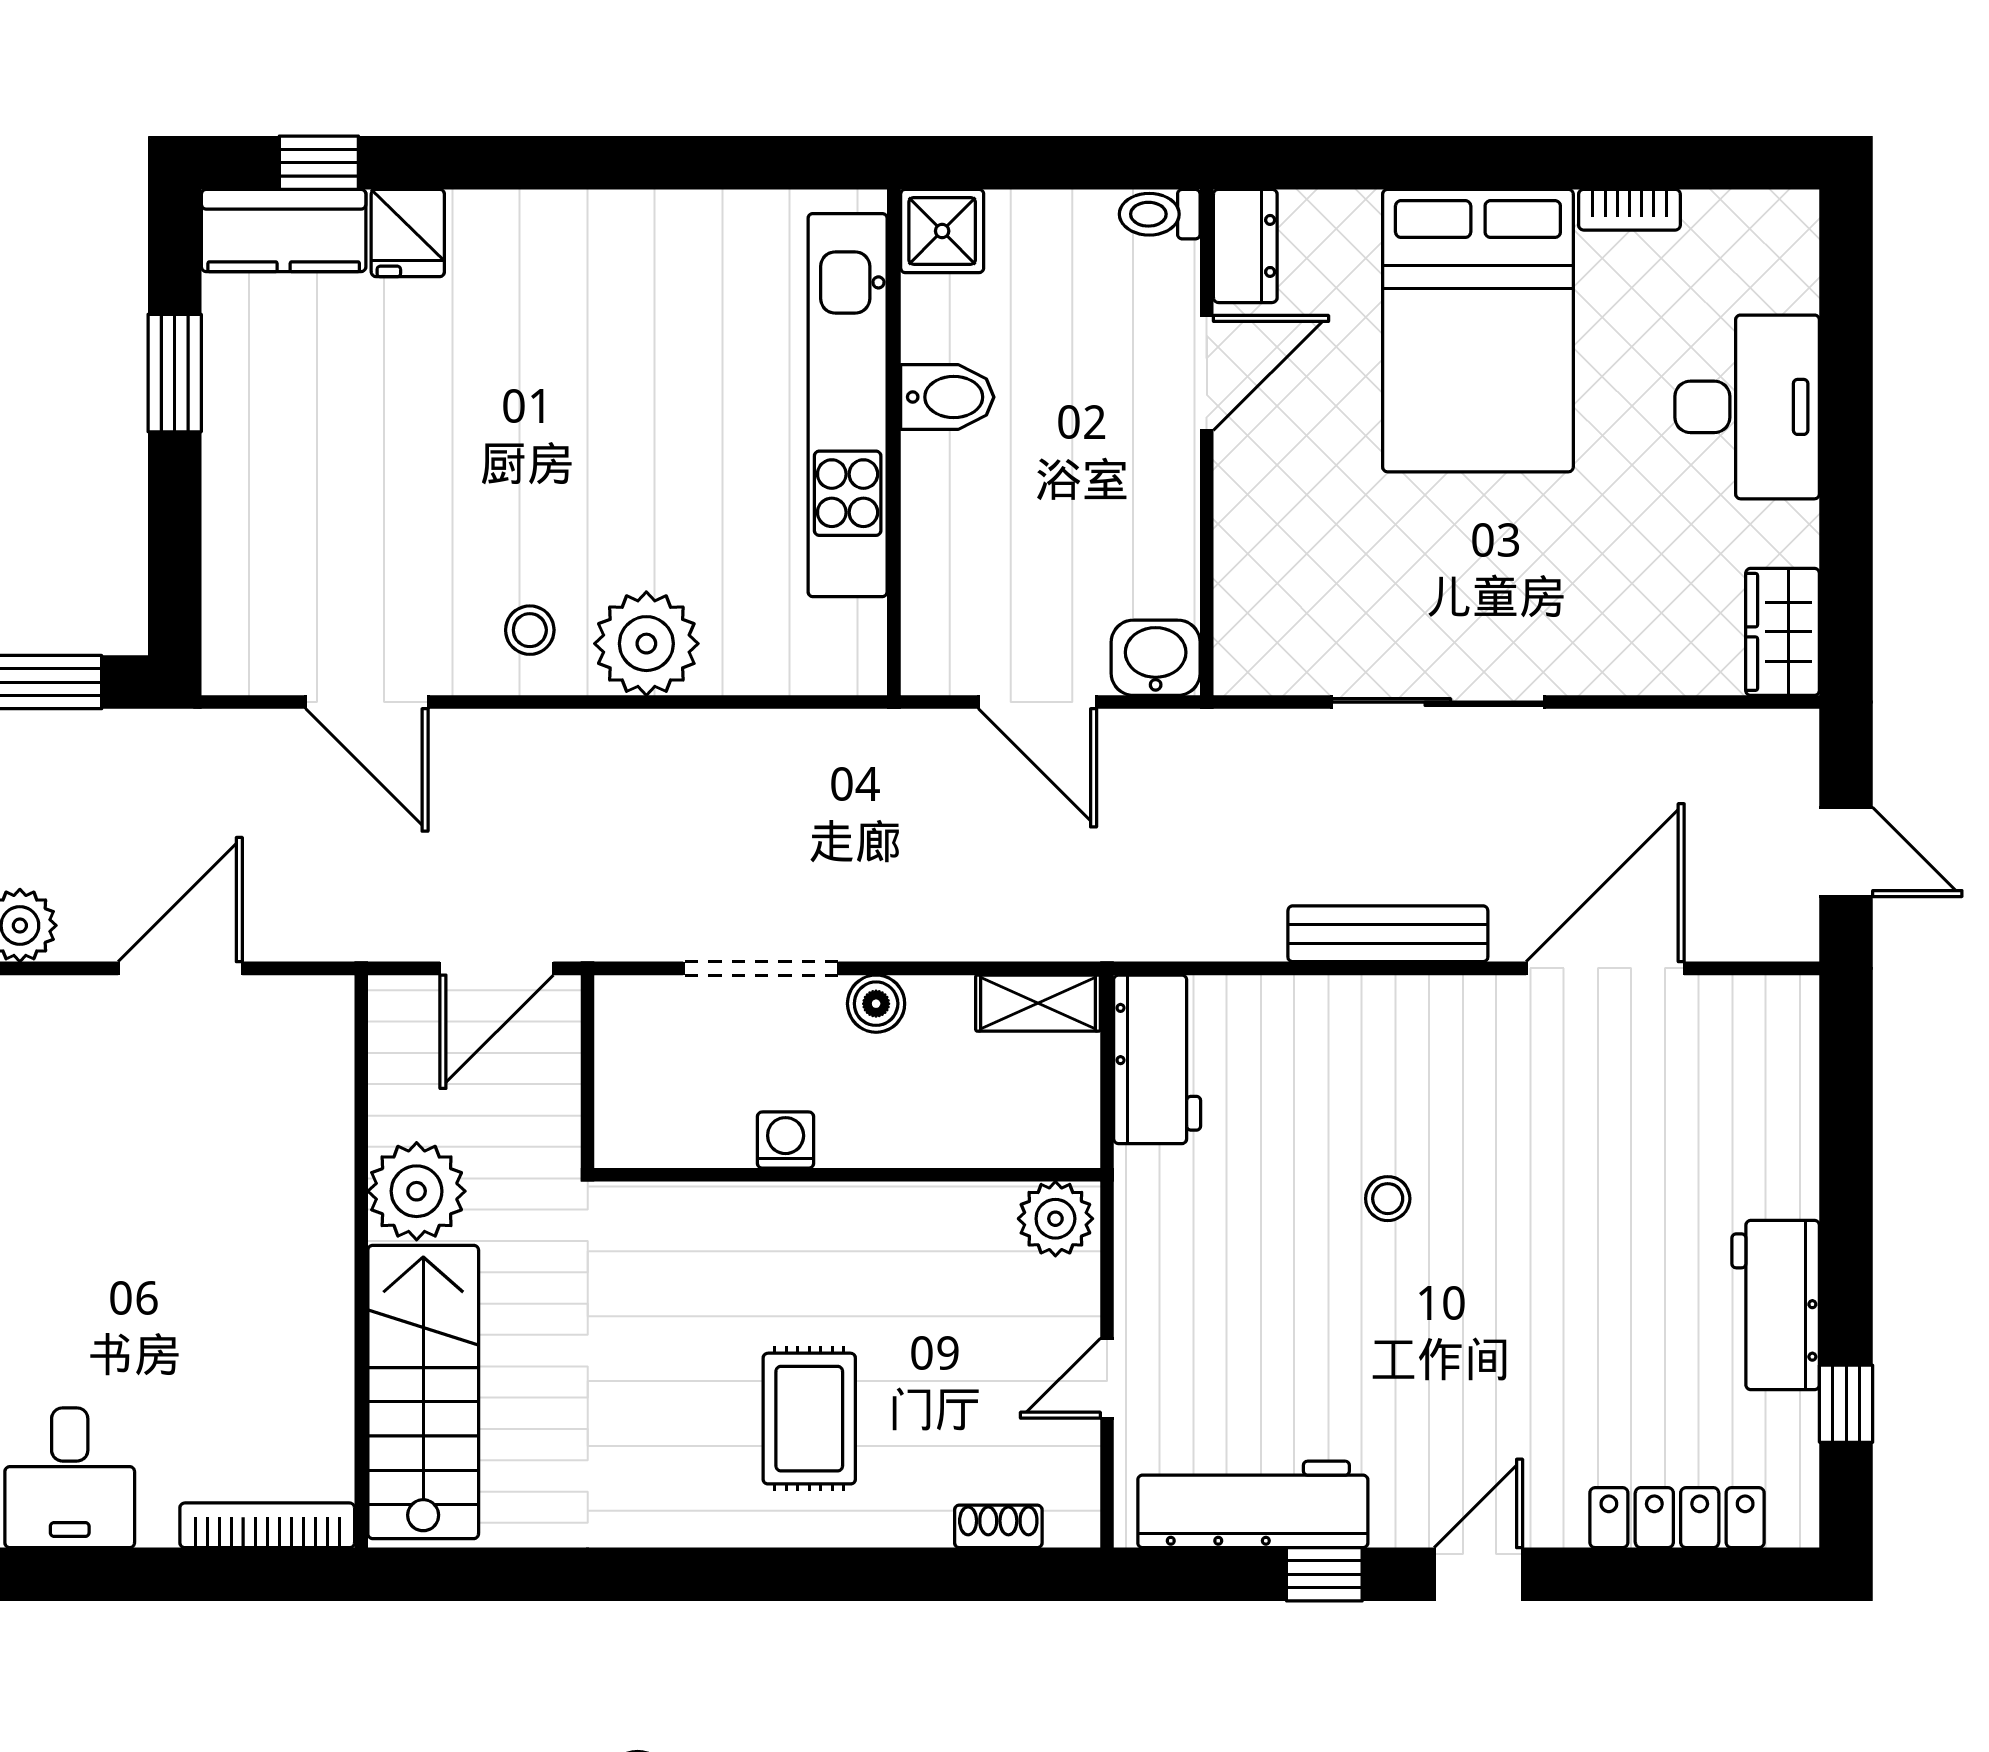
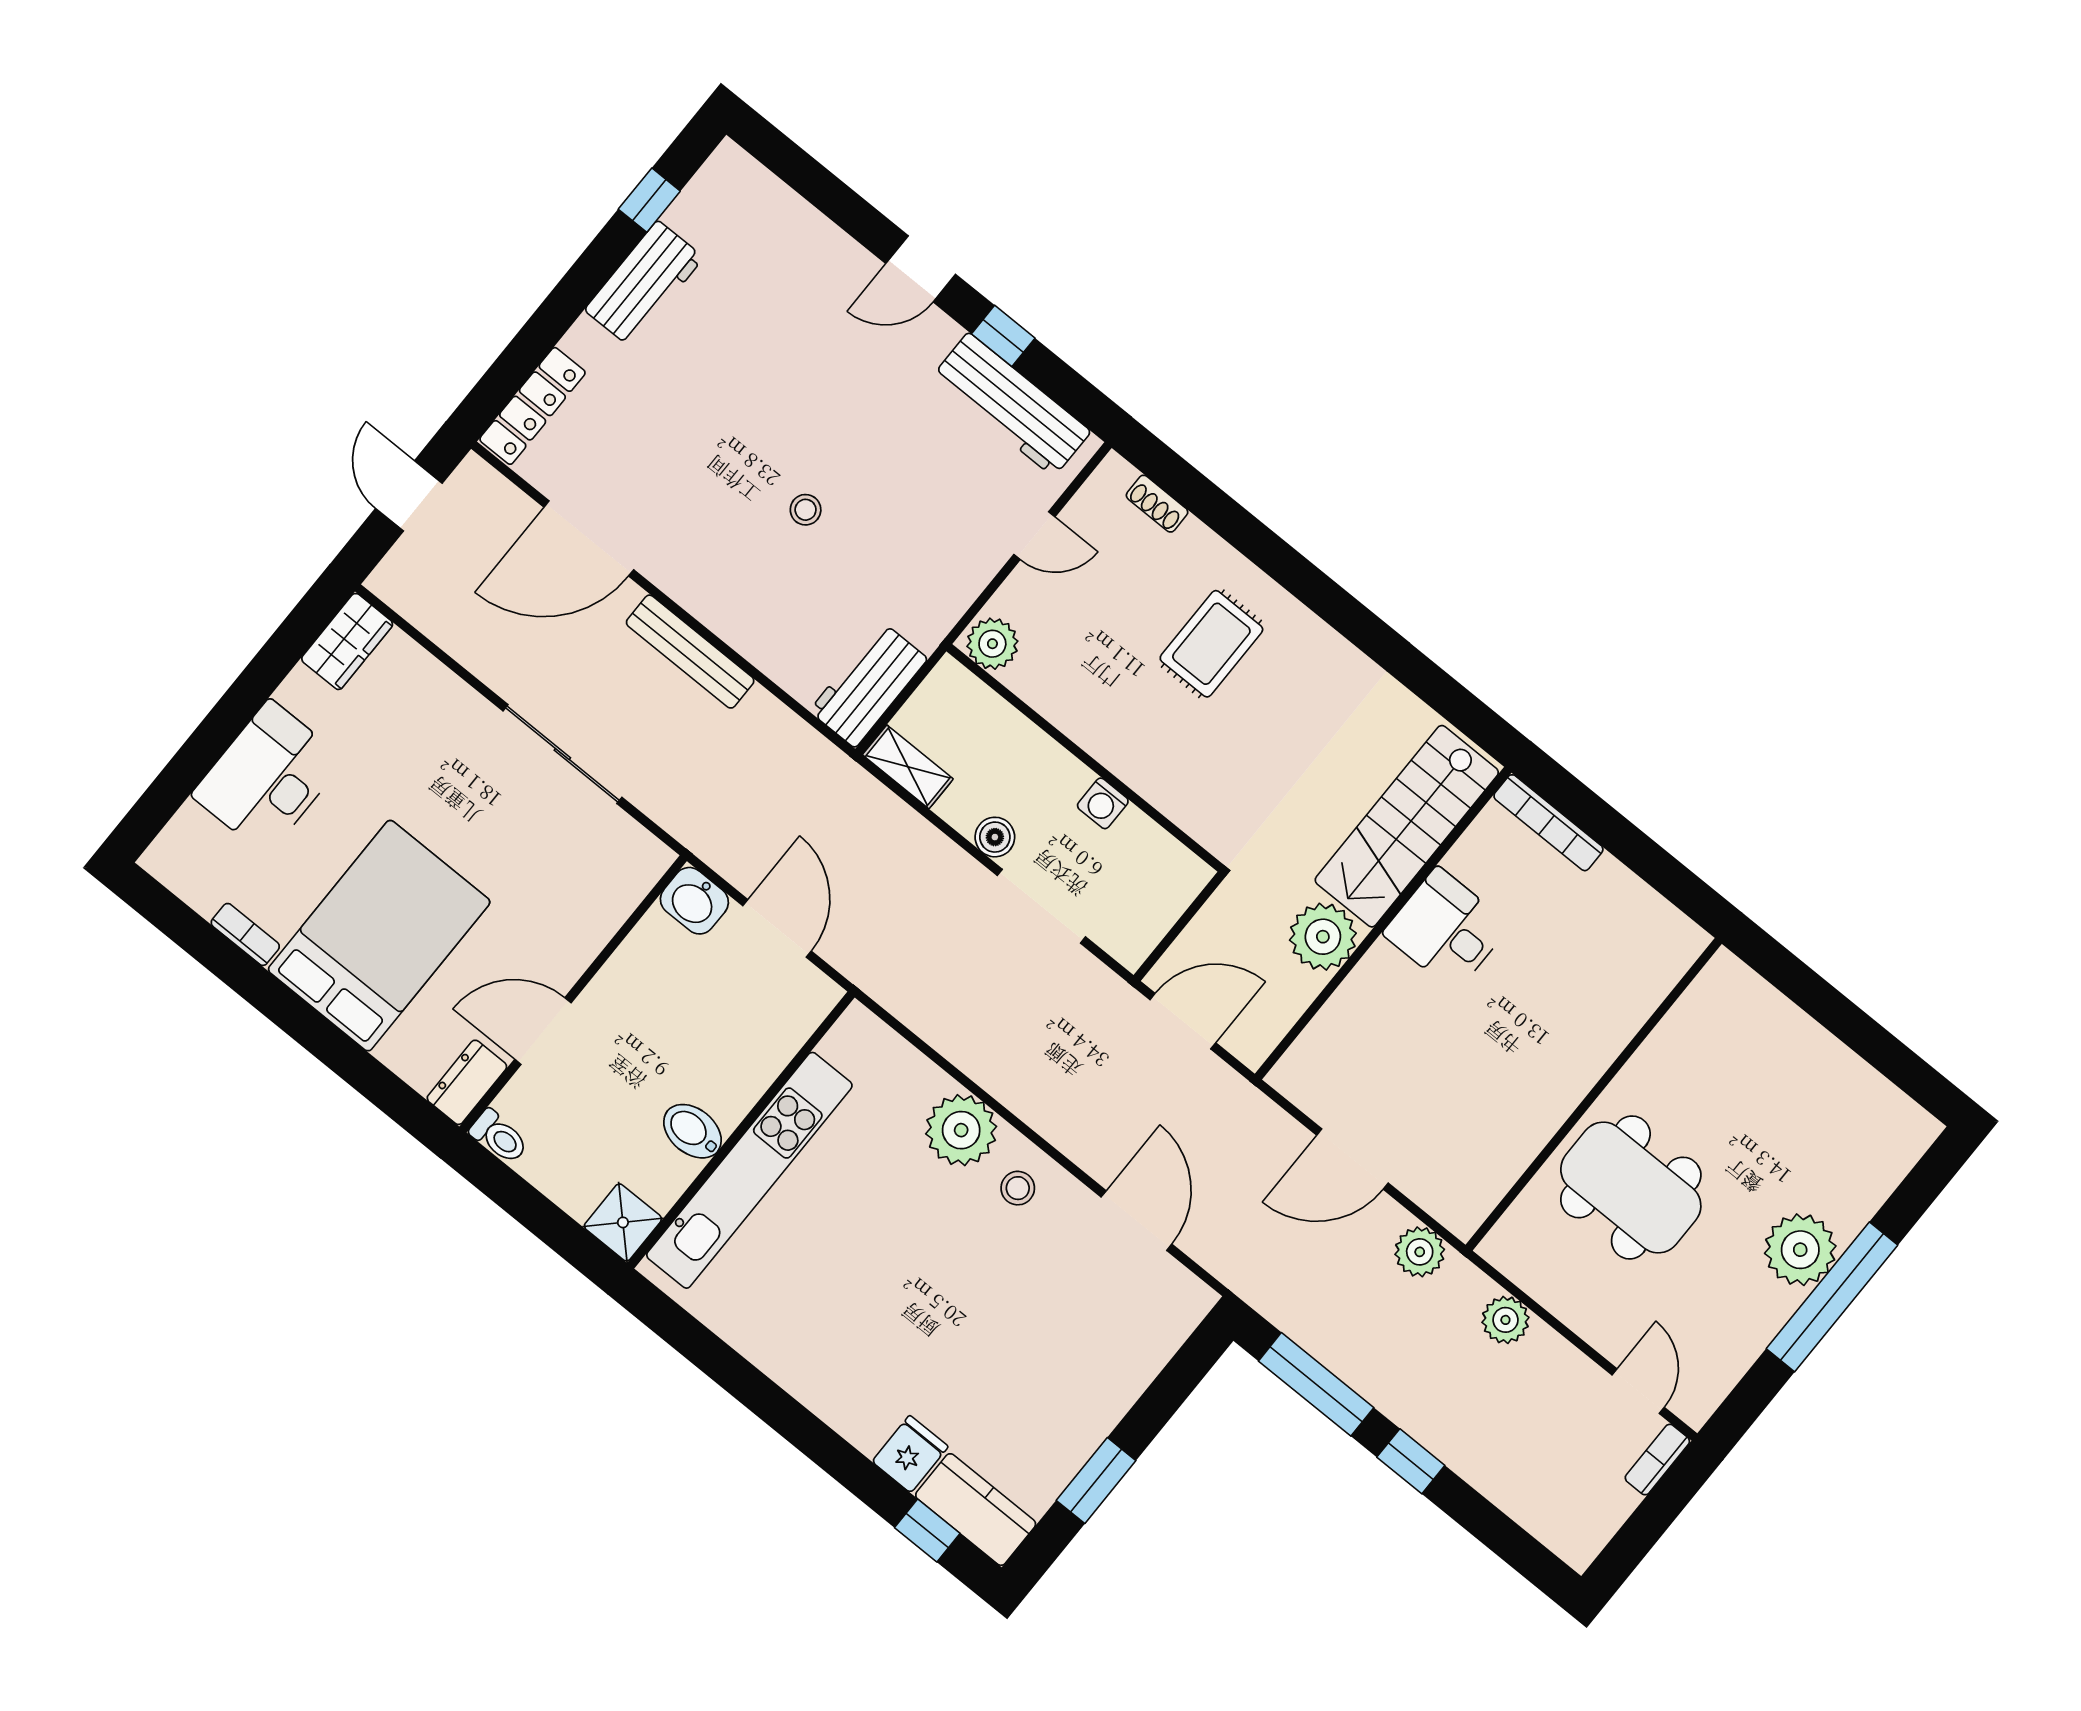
desk: (70, 1478) -> (1446, 929), moved, turned -90
locker: (1677, 1518) -> (532, 406), moved, turned -90

